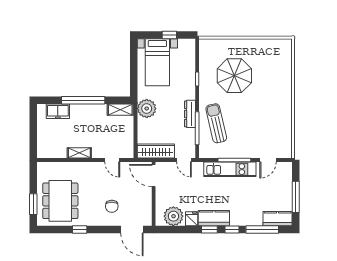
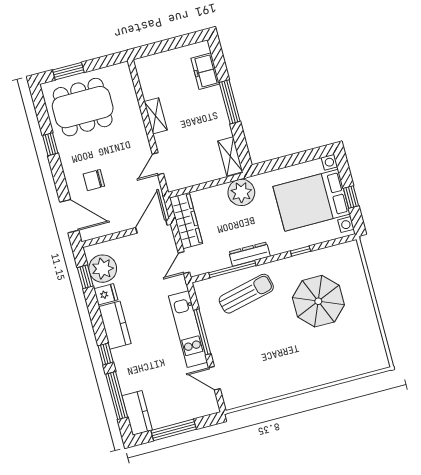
bed with nightstands: (157, 62) -> (311, 200), width x1.36
window: (83, 100) -> (230, 102), width x0.68
door: (132, 230) -> (69, 216), swing flipped
window: (209, 230) -> (85, 277), moved

